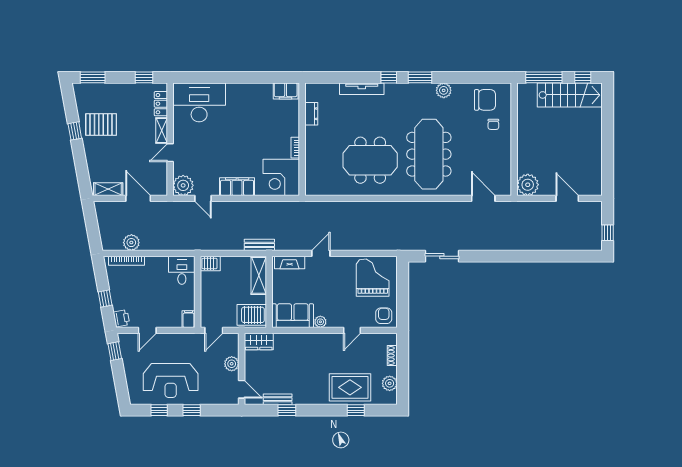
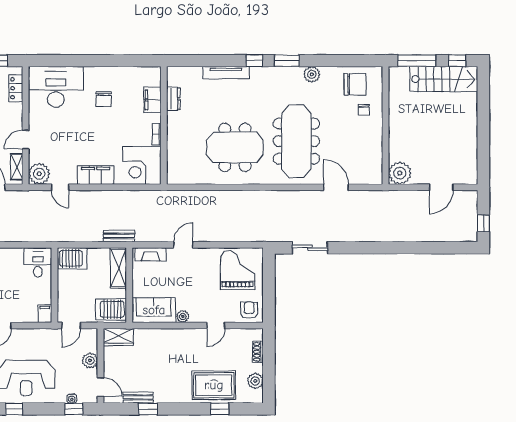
filing cabinet: (286, 91) -> (152, 100), moved, turned 90
chair: (245, 114) -> (104, 99), added
shelving: (162, 131) -> (17, 167), moved
door: (483, 198) -> (336, 187), moved
door: (567, 198) -> (441, 187), swing flipped
server rack: (210, 264) -> (72, 258), width x1.36, depth x1.44
water cooler: (214, 400) -> (72, 398), added
window: (192, 410) -> (74, 409), moved

